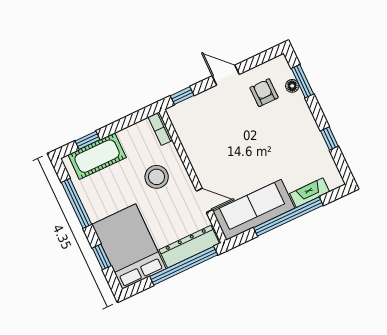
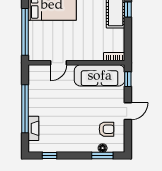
window: (329, 139) -> (49, 156), moved
stool: (157, 177) -> (86, 41), removed
sofa: (254, 210) -> (100, 75), moved, turned 90
dresser: (189, 247) -> (35, 41), removed

